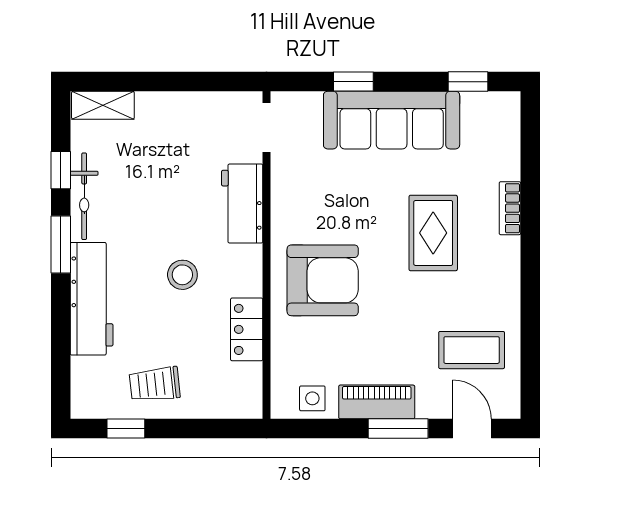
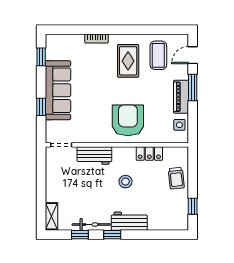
rug: (433, 233) -> (128, 61), moved, turned 90
window: (61, 244) -> (112, 235), width x0.67
workbench: (92, 299) -> (129, 221), width x0.73
trolley: (155, 384) -> (176, 178), moved

